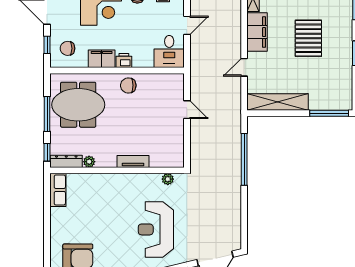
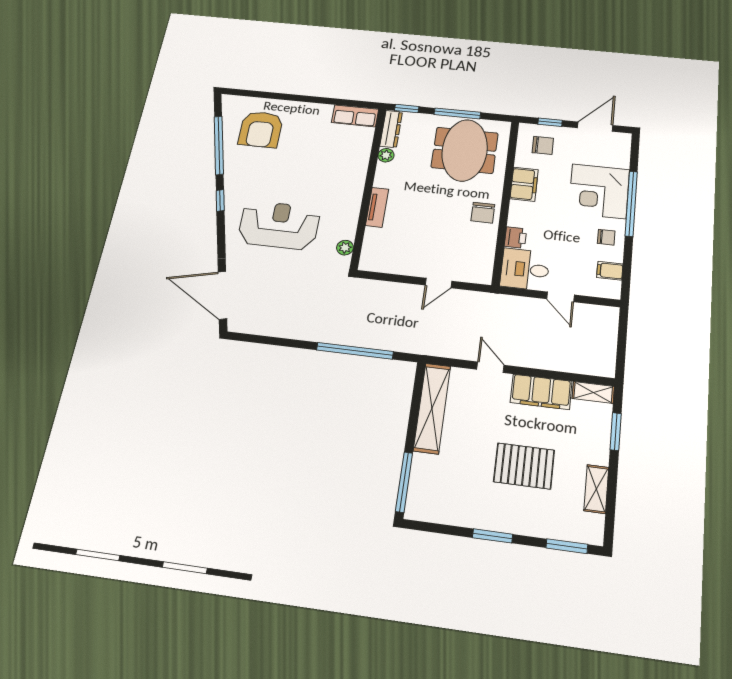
chair: (68, 48) -> (543, 145), turned 90
printer: (124, 60) -> (515, 238), moved
chair: (128, 85) -> (483, 213), turned 180

